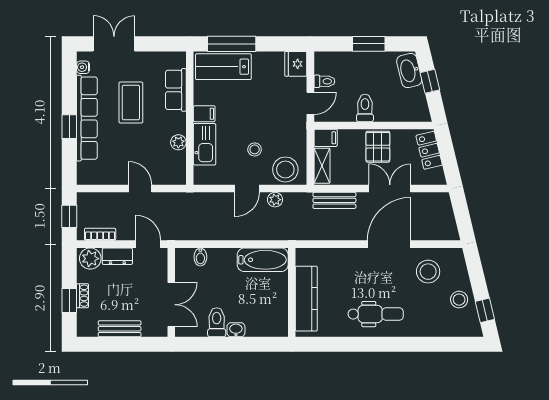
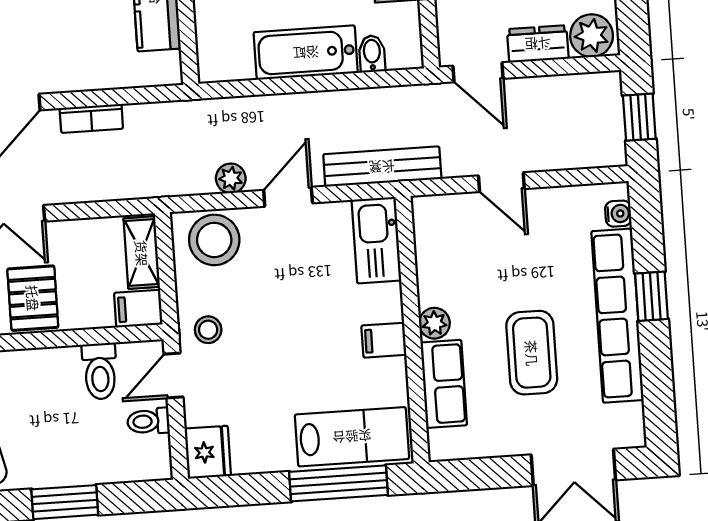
water cooler: (83, 67) -> (618, 214), moved
toilet: (365, 108) -> (100, 371), moved
plant: (178, 142) -> (434, 323), moved
kitchen sink: (205, 144) -> (376, 240), moved
stool: (255, 149) -> (208, 330), moved
bench: (334, 200) -> (382, 167), moved, width x1.36
bookcase: (100, 234) -> (91, 118), moved
bathtub: (263, 260) -> (306, 53), moved

